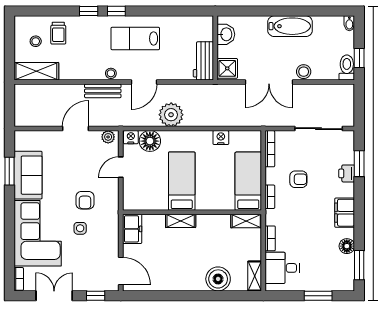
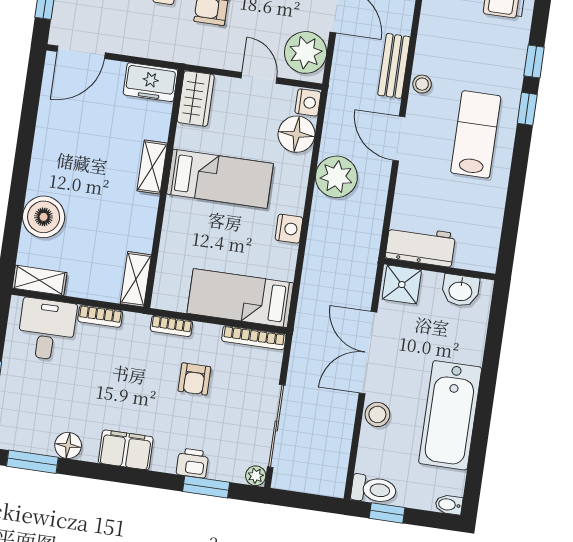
bathtub: (290, 26) -> (450, 415), width x1.36, depth x1.36
plant: (349, 136) -> (256, 476), added
plant: (108, 137) -> (306, 52), width x1.88, depth x1.88
nightstand: (221, 138) -> (289, 229), moved
bed: (248, 181) -> (240, 298), moved, turned 180
wardrobe: (138, 202) -> (196, 99), added

